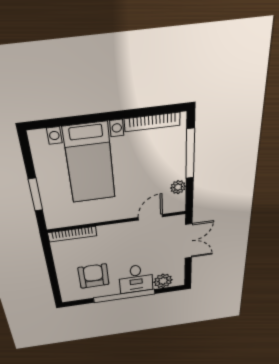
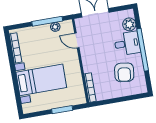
window: (190, 154) -> (47, 21), moved
armchair: (94, 276) -> (124, 72), turned -83

